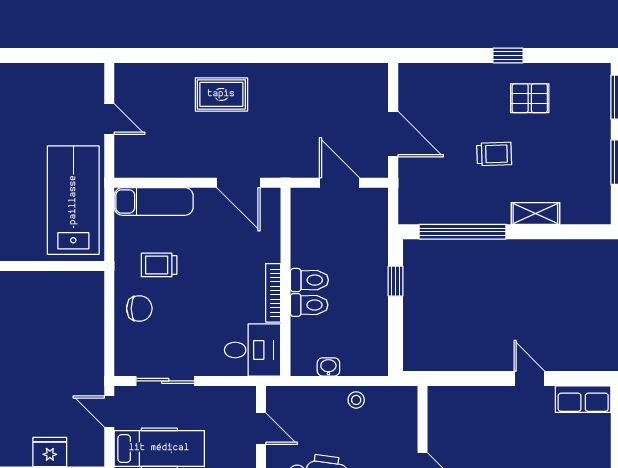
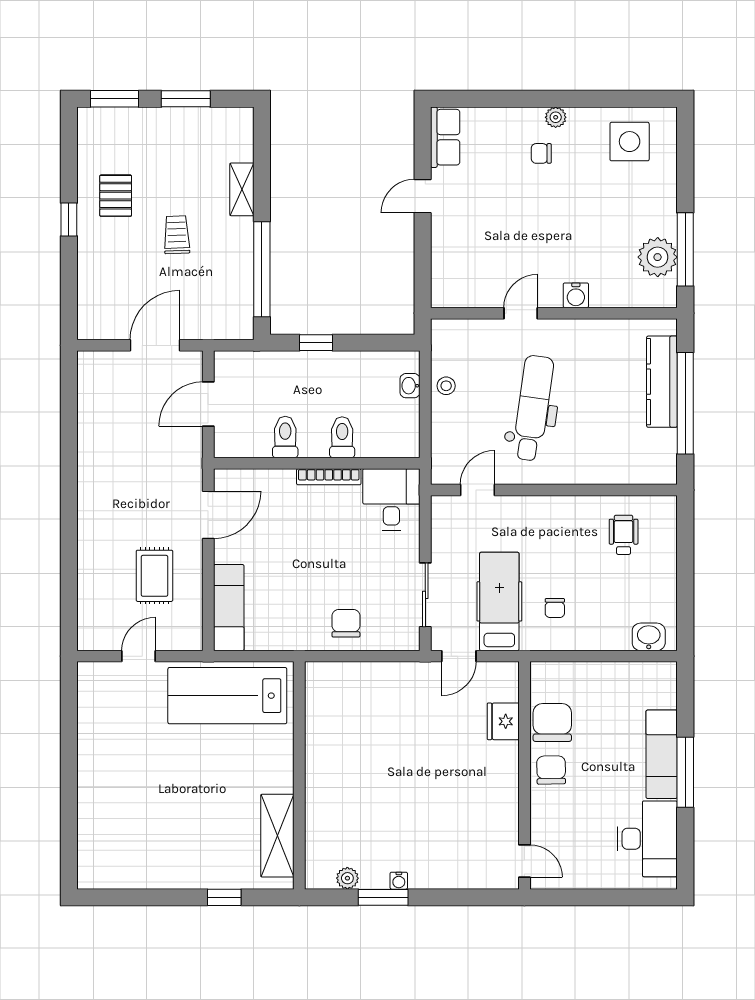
rug: (221, 94) -> (154, 576), moved
trolley: (159, 265) -> (298, 602), removed
toilet: (309, 280) -> (285, 437), moved
washbasin: (328, 367) -> (410, 386), moved

